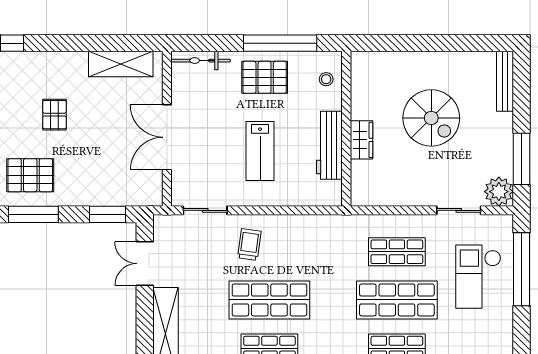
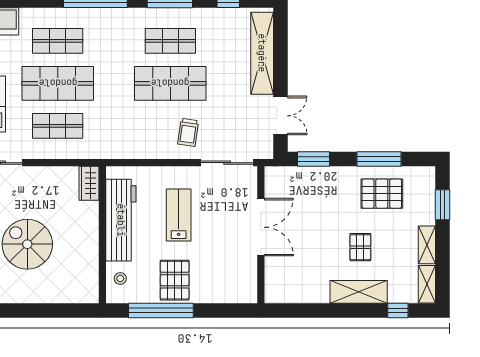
bicycle: (201, 61) -> (231, 295), removed
shelving: (121, 64) -> (359, 292), moved
pallet: (265, 77) -> (175, 280), turned 90
wardrobe: (361, 140) -> (89, 183), moved
workbench: (329, 145) -> (121, 220), width x1.36, depth x1.32
sliding door: (205, 210) -> (227, 163), width x1.37

